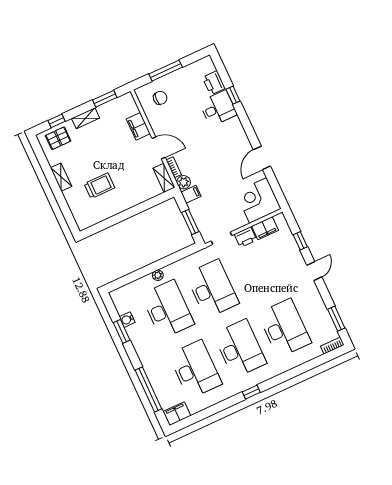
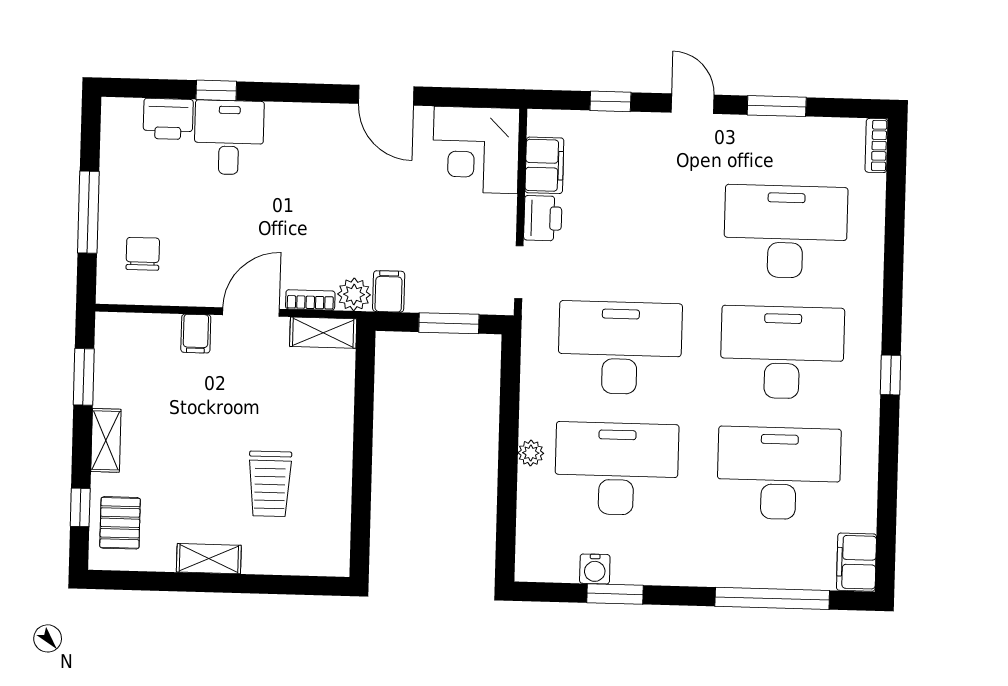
filing cabinet: (138, 126) -> (196, 334), width x0.50
trolley: (99, 186) -> (270, 484), turned 180
window: (336, 319) -> (777, 106), moved

